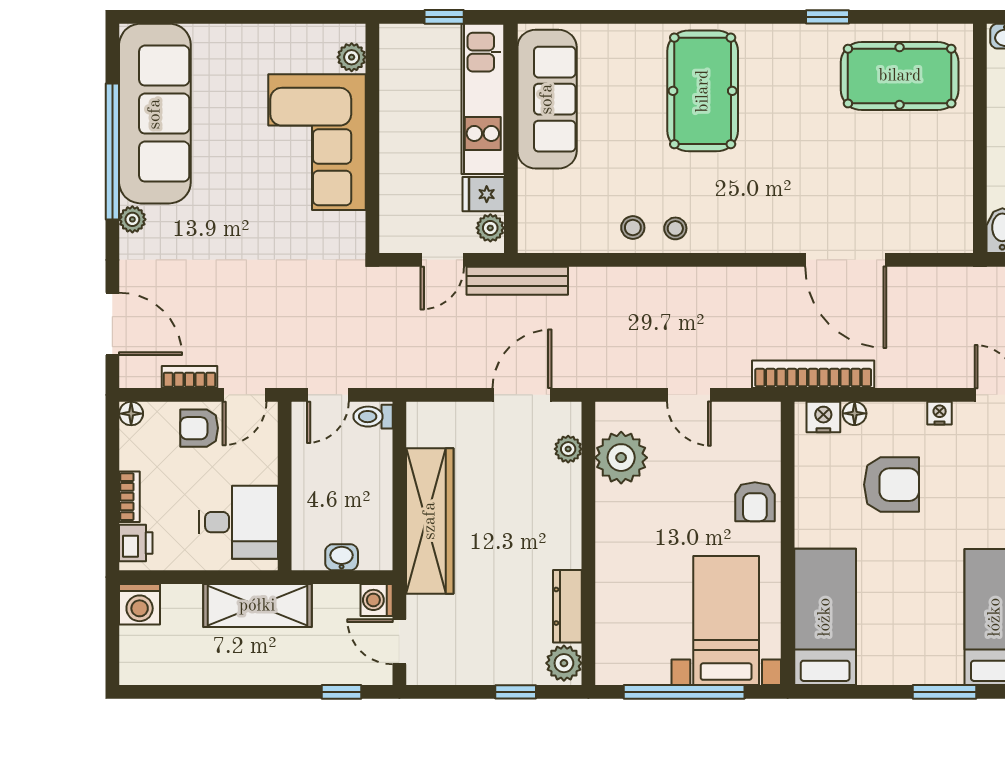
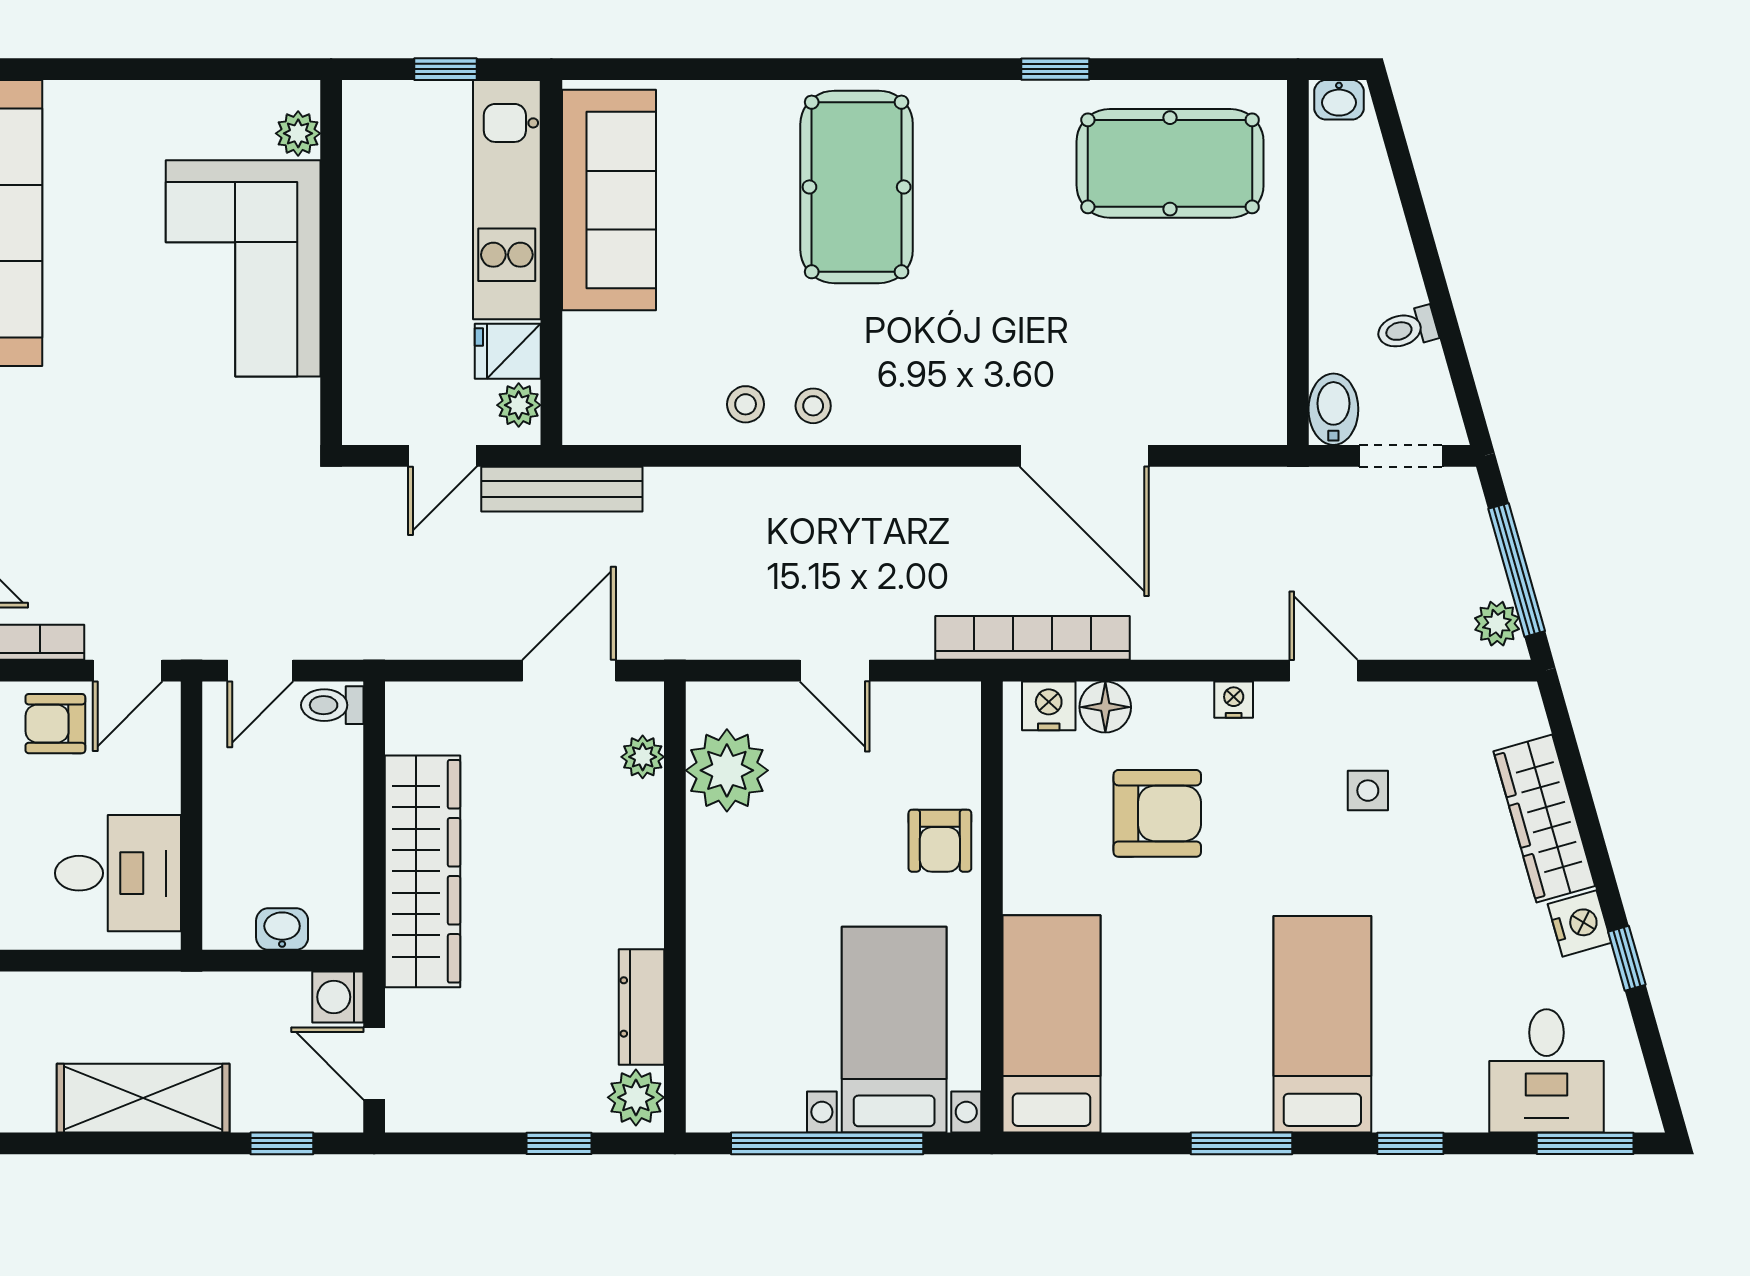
floor lamp: (855, 413) -> (1105, 707), width x1.37, depth x1.37
shelving: (257, 606) -> (143, 1098), moved

